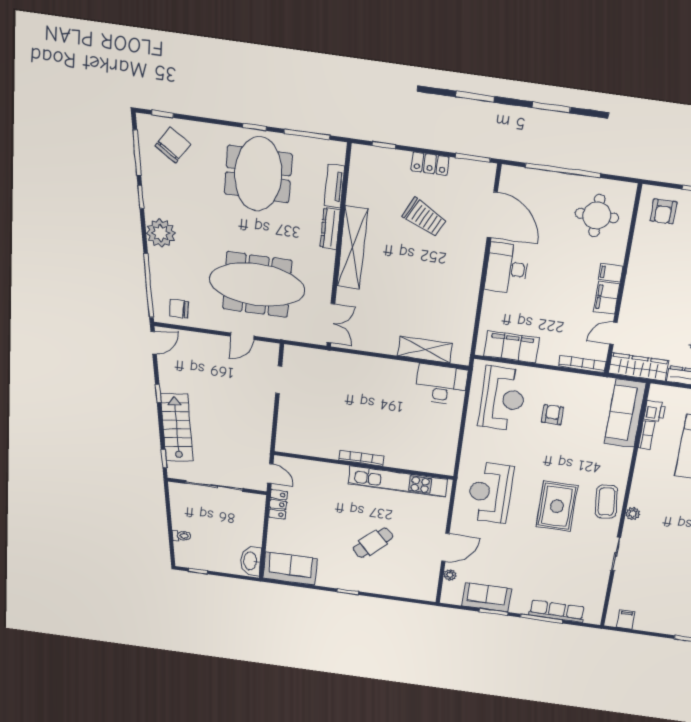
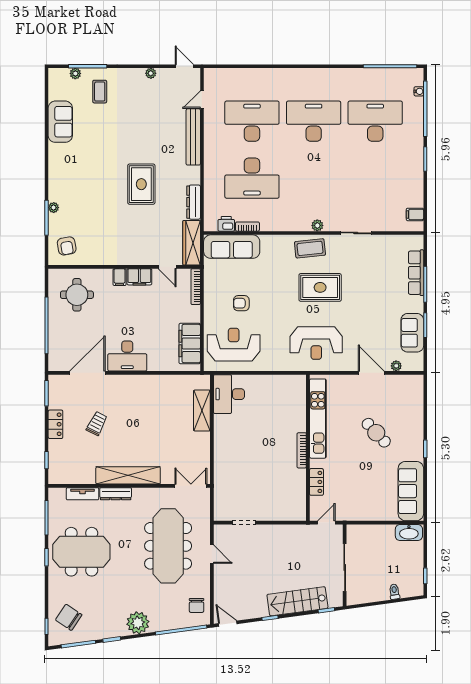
armchair: (663, 211) -> (67, 246), turned 80
trolley: (424, 217) -> (97, 424), width x0.73, depth x0.72
locker: (278, 504) -> (316, 482), moved, turned 90
sofa: (290, 569) -> (411, 491), width x1.36

